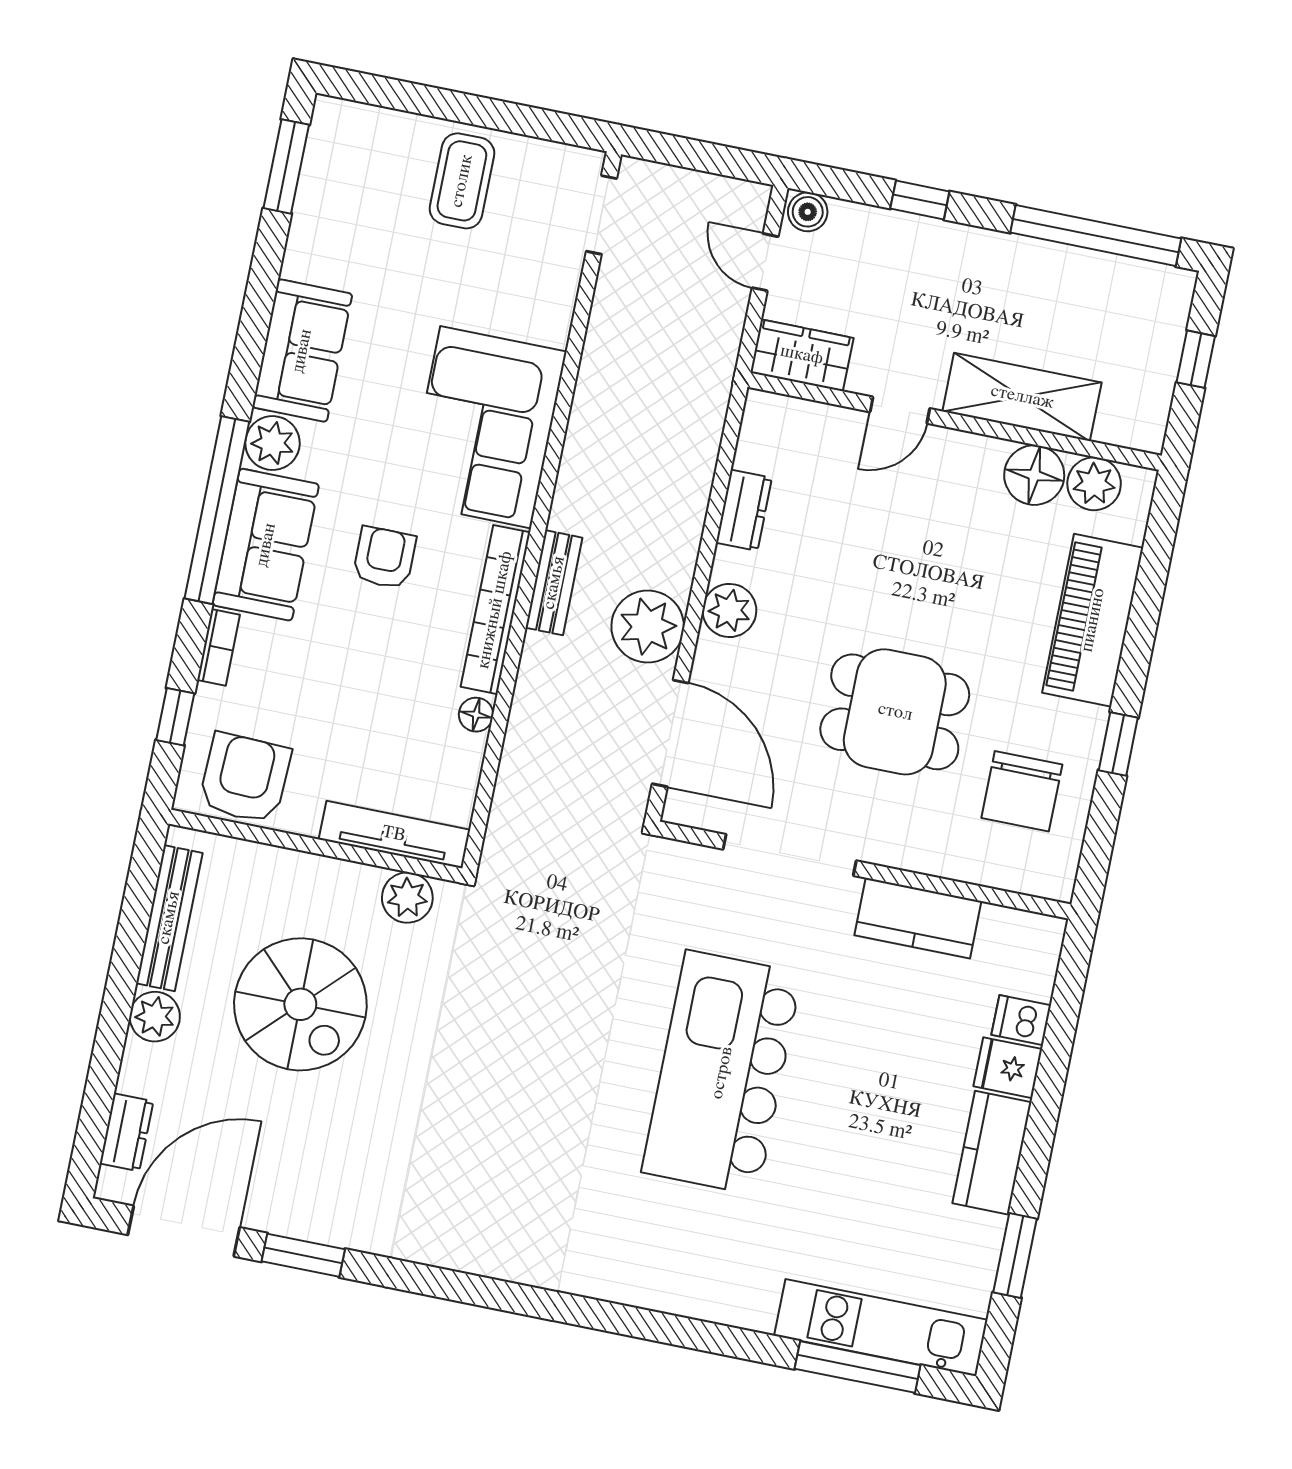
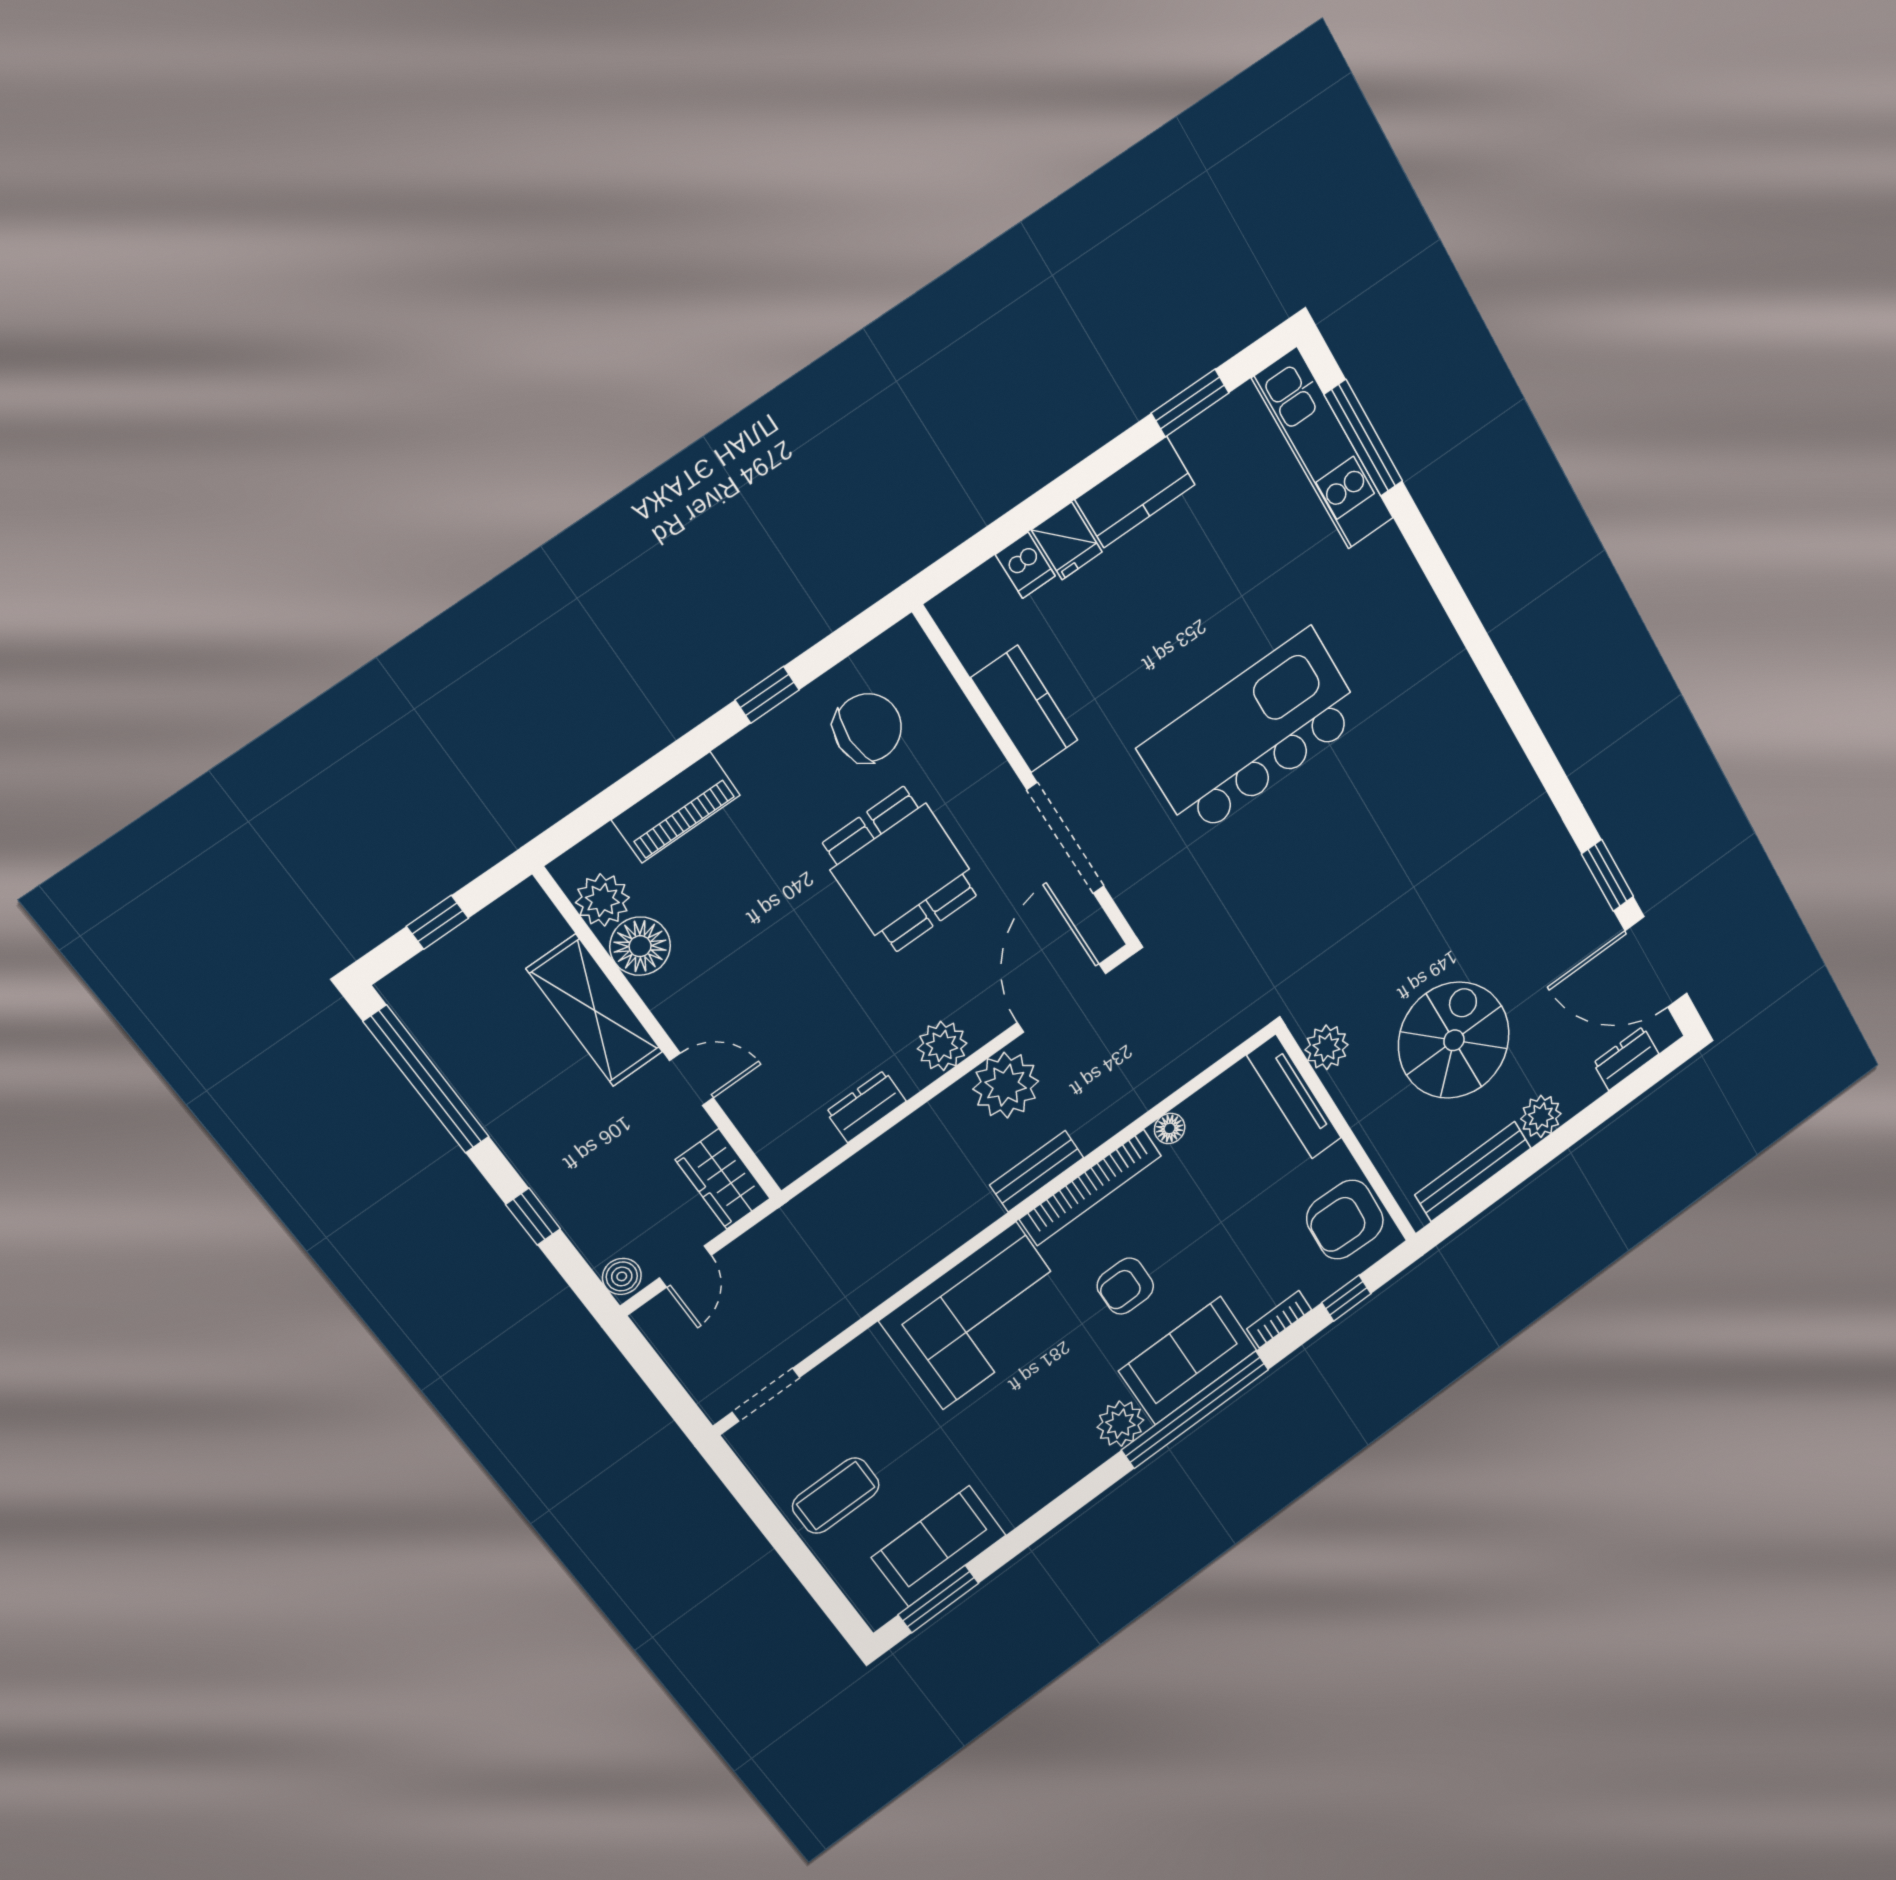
sofa: (302, 351) -> (939, 1546), moved
piano: (1093, 620) -> (676, 807), width x0.73, depth x0.75
kitchen island: (722, 1073) -> (1252, 733), turned 180

